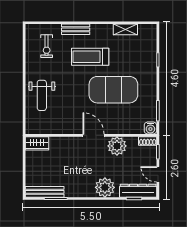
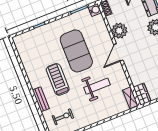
shelving: (125, 29) -> (130, 98), moved
treadmill: (90, 57) -> (58, 79), turned 180
weight bench: (42, 95) -> (97, 86), moved

